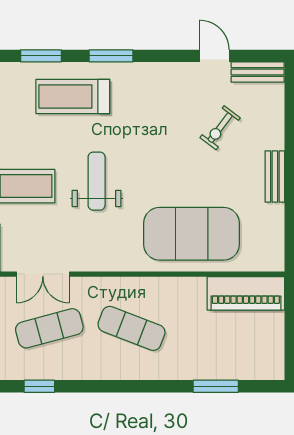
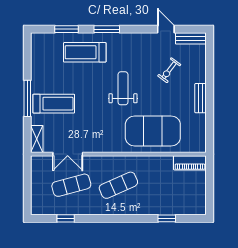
weight bench: (97, 181) -> (123, 88), moved
piano: (246, 293) -> (190, 163), width x0.73, depth x0.75
exercise mat: (132, 328) -> (118, 185), turned -45
window: (216, 386) -> (167, 218), width x0.67

